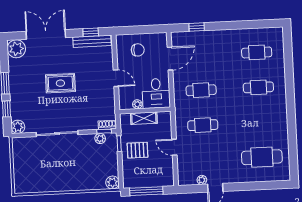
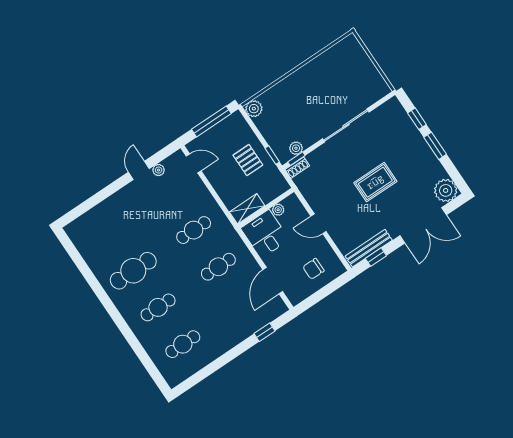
shelving: (144, 118) -> (247, 209), moved
plant: (18, 127) -> (393, 107), removed
door: (174, 147) -> (194, 163), moved
pallet: (137, 150) -> (248, 160), turned 90
cafe table: (262, 157) -> (133, 271), moved

